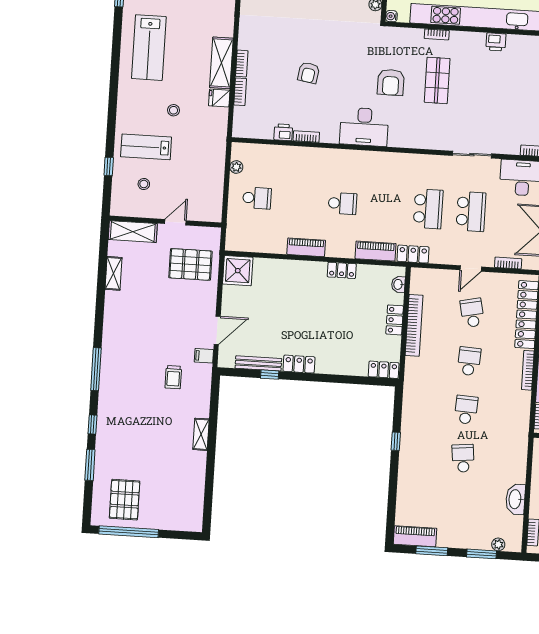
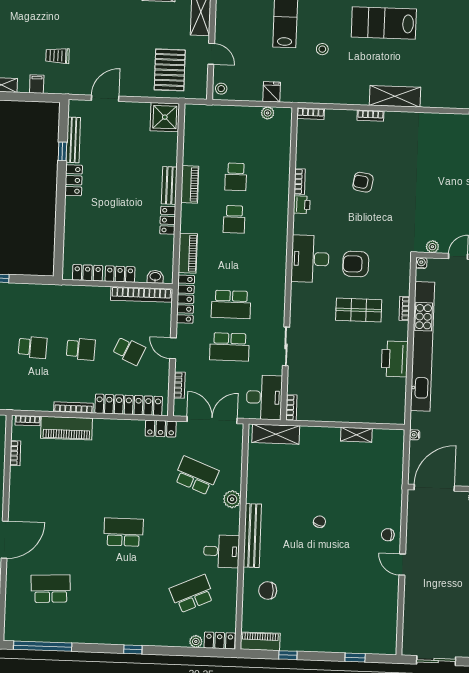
printer: (496, 42) -> (395, 359), width x1.87, depth x1.48
shelving: (221, 63) -> (395, 96), moved
bookcase: (240, 92) -> (311, 114), moved
fridge: (219, 98) -> (272, 92), moved
desk: (364, 127) -> (310, 259), moved
printer: (283, 132) -> (302, 205), moved
stool: (144, 184) -> (221, 89), moved
school desk: (257, 198) -> (236, 177), moved
locker: (413, 254) -> (185, 299), width x1.53
bench: (307, 268) -> (169, 185), added
school desk: (472, 313) -> (129, 351), turned 36
bookcase: (414, 325) -> (141, 294), moved
door: (217, 330) -> (105, 98), swing flipped
filing cabinet: (204, 356) -> (37, 84), moved
locker: (384, 370) -> (88, 273), moved, turned -90

